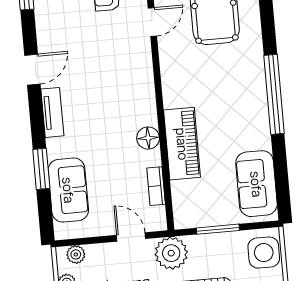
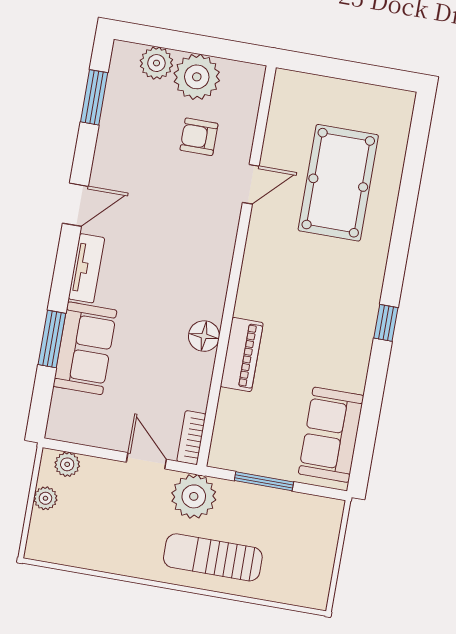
window: (274, 94) -> (386, 323), width x0.32
piano: (182, 144) -> (242, 355), width x0.73, depth x0.75
bookcase: (156, 186) -> (191, 438), moved
sofa: (68, 190) -> (85, 348), moved
side table: (264, 253) -> (316, 528), removed

